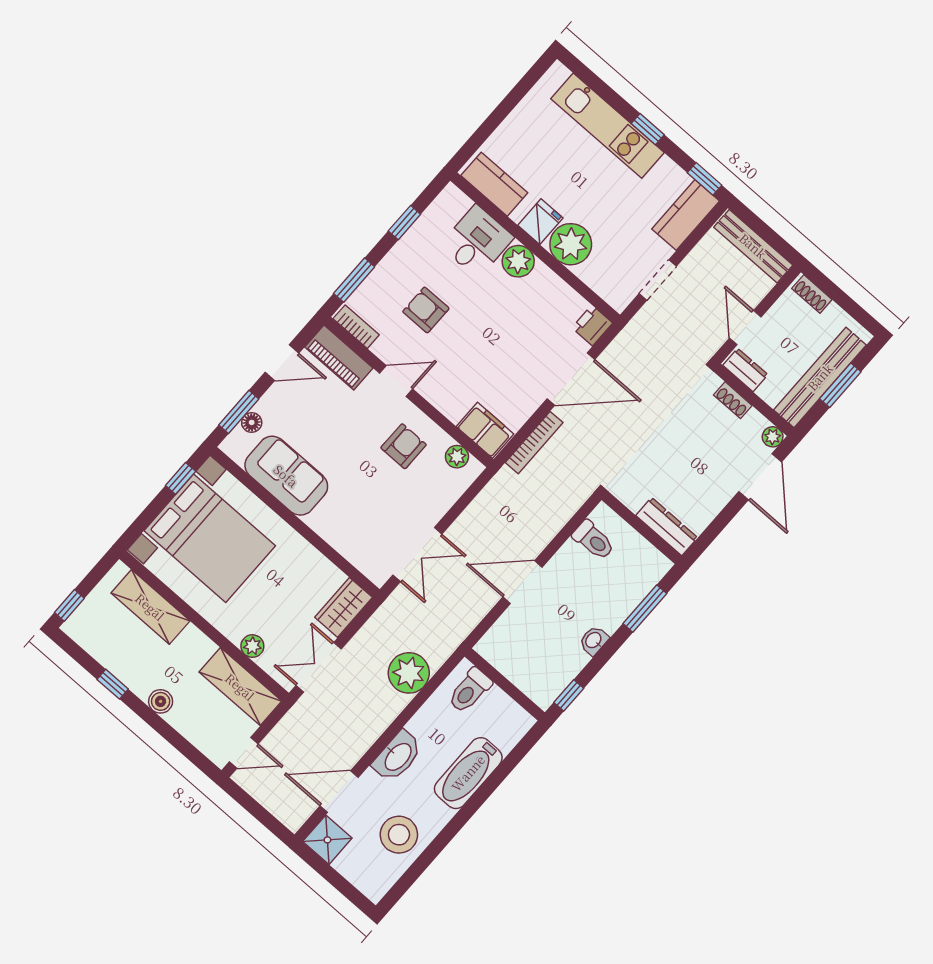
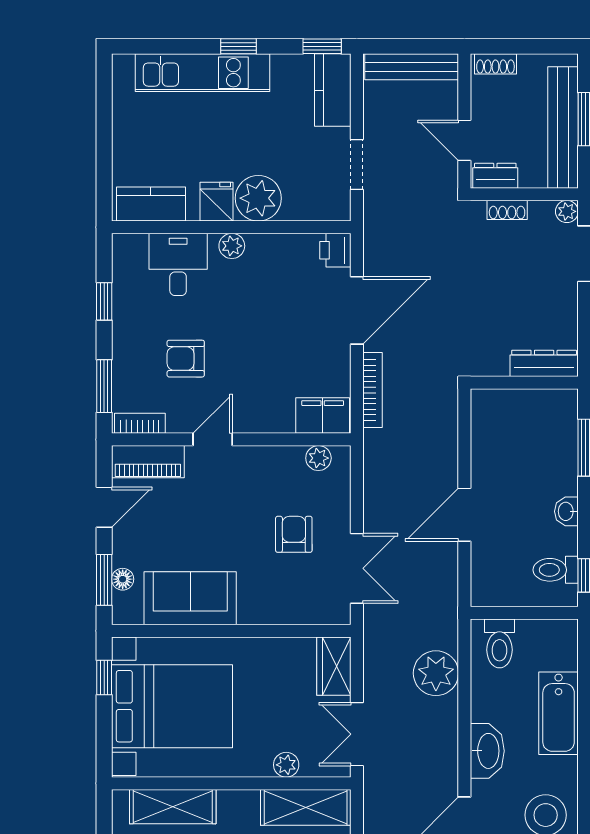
plant: (518, 261) -> (232, 246), width x0.73, depth x0.73
armchair: (404, 446) -> (294, 534), moved
toilet: (593, 540) -> (556, 570), moved, turned 180

